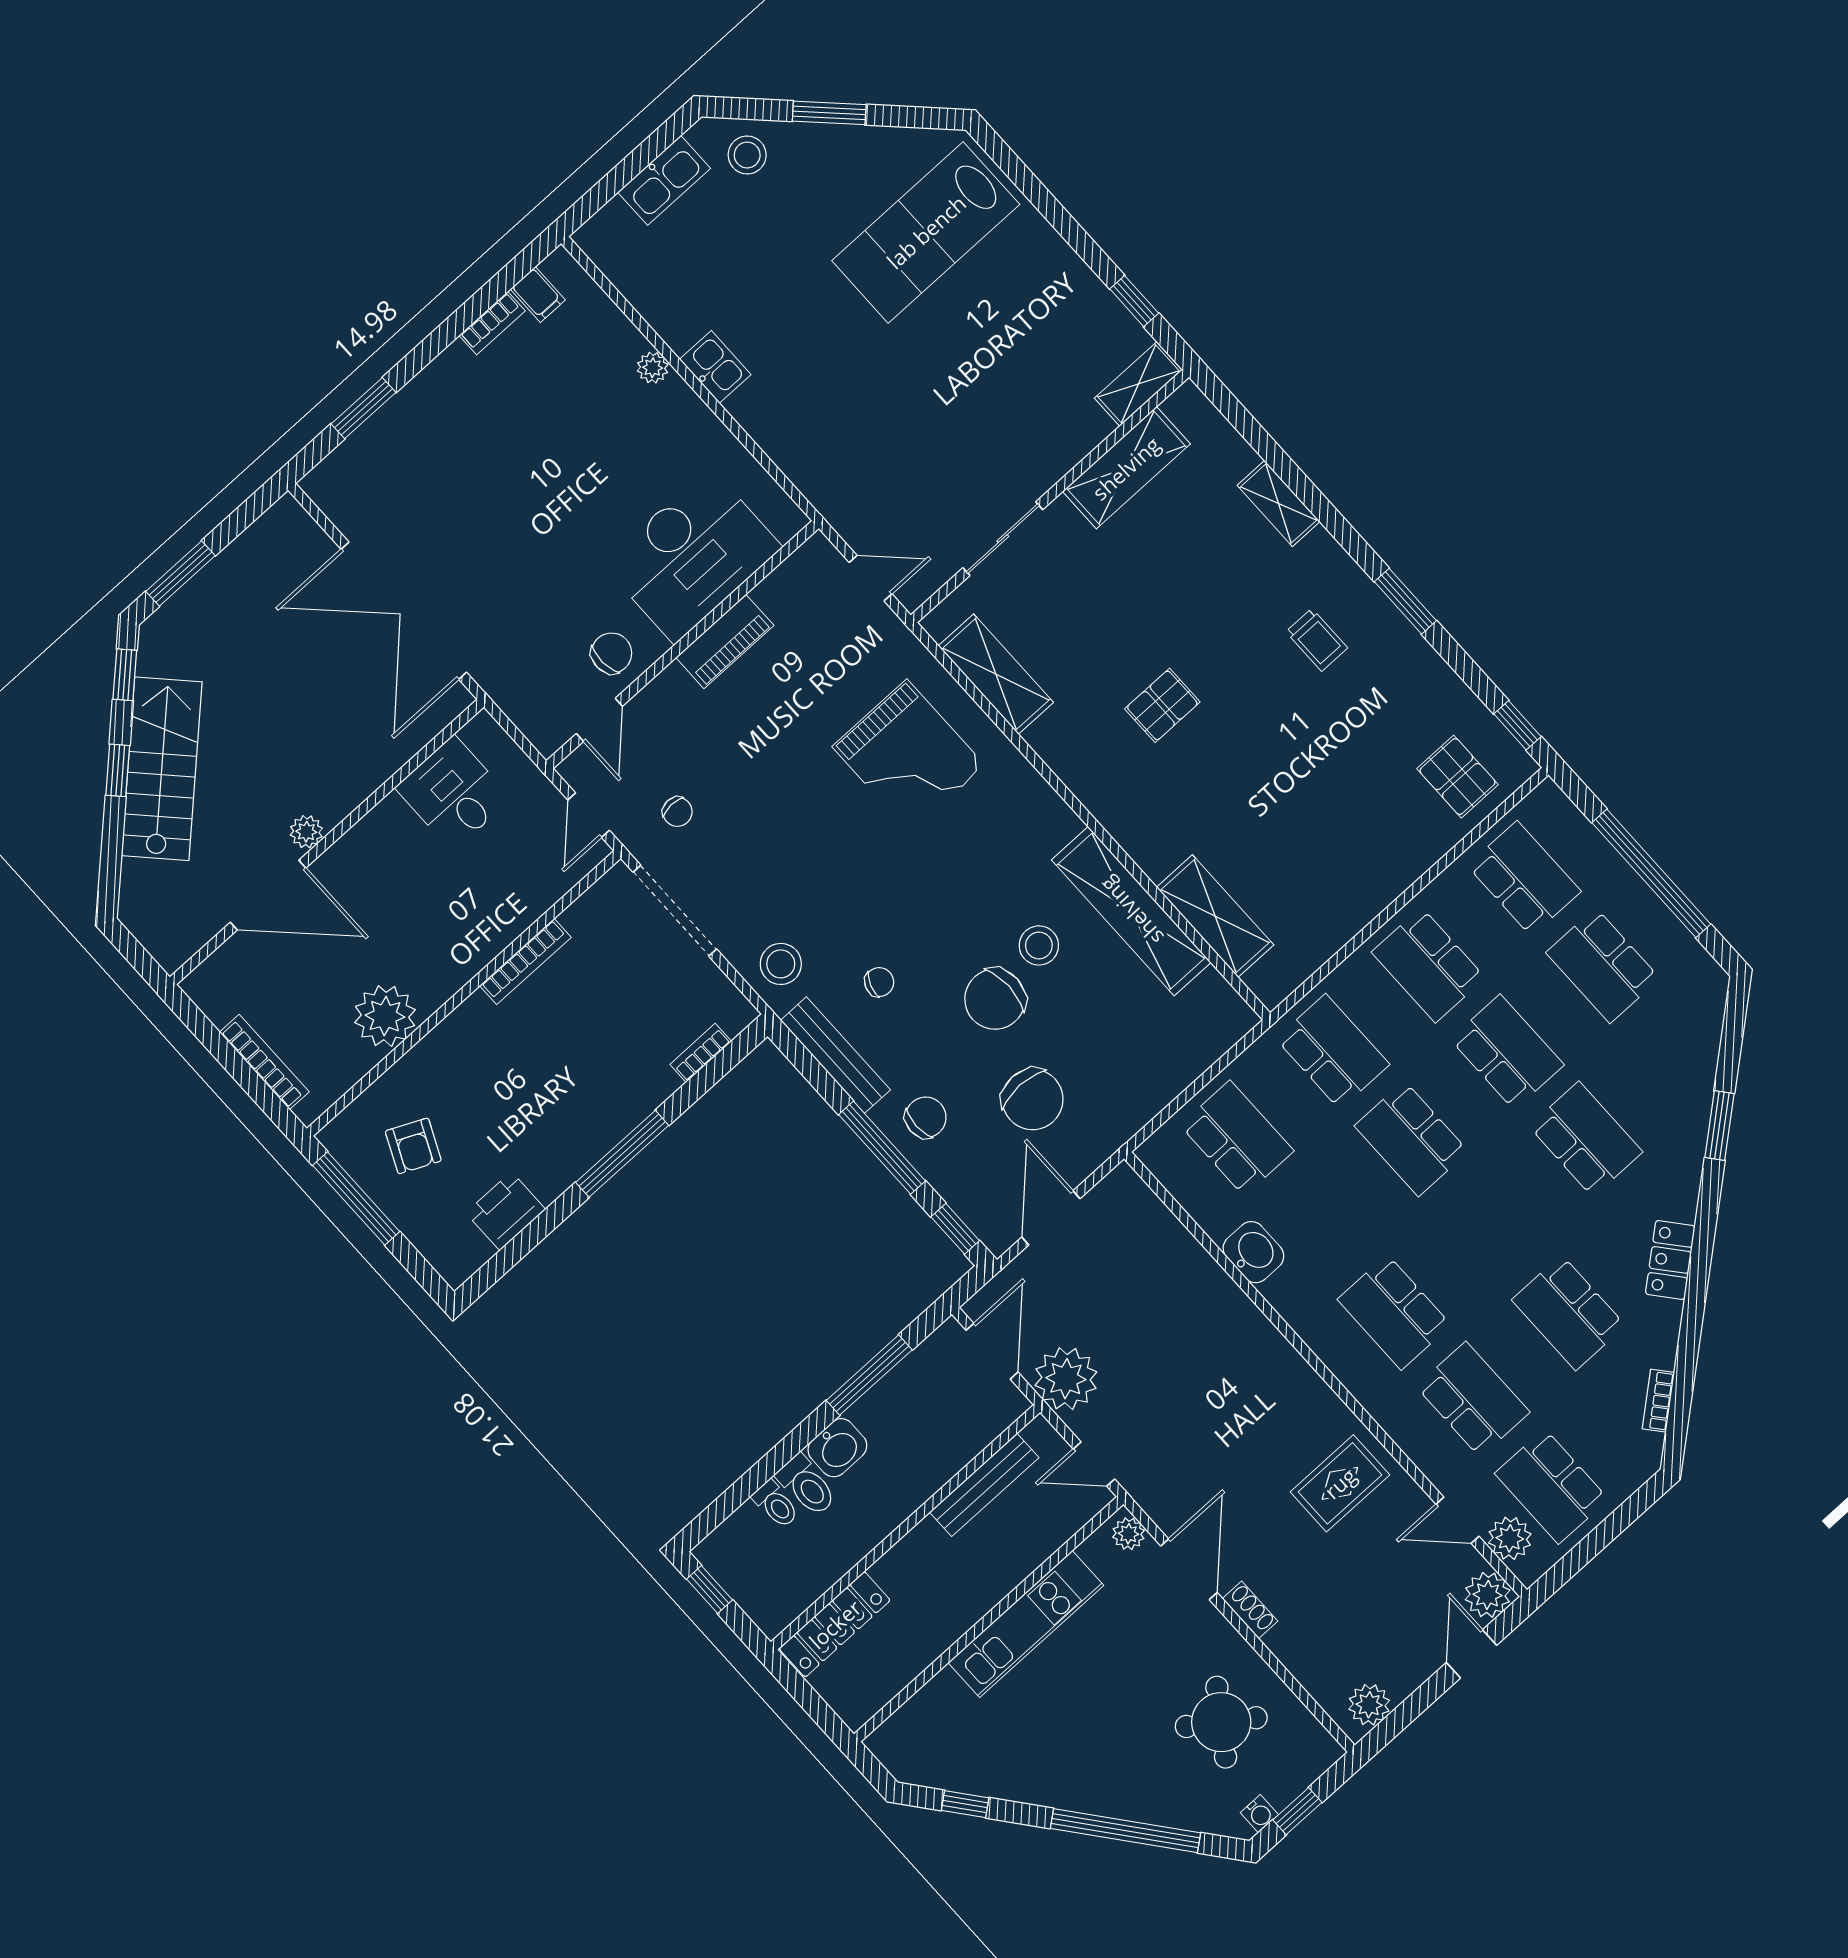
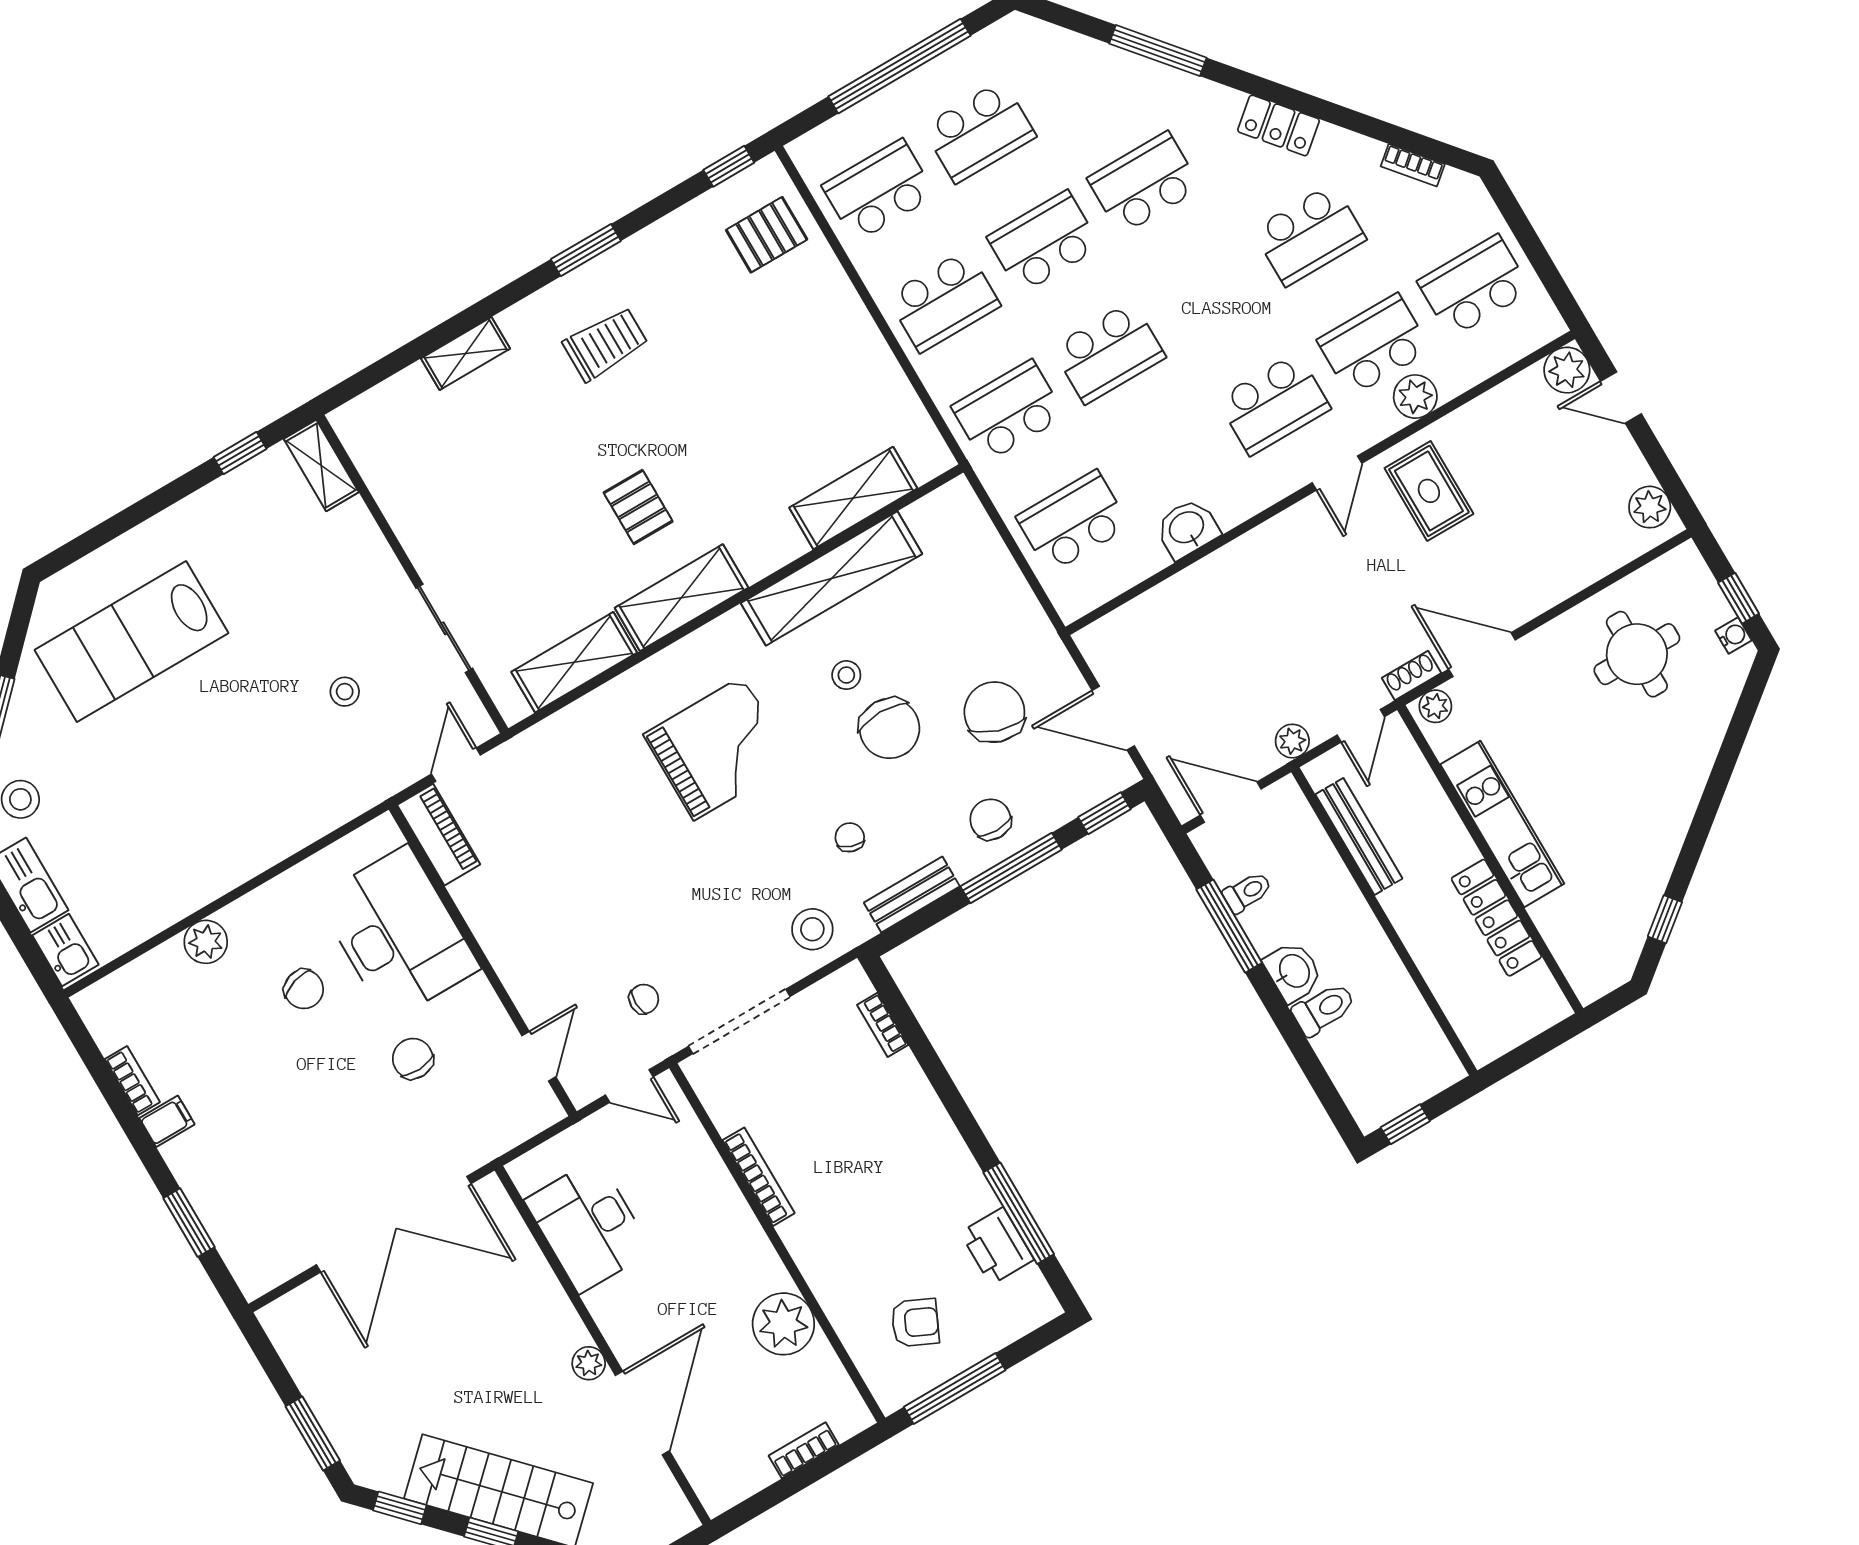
lab bench: (926, 232) -> (131, 642), turned 90
filing cabinet: (538, 295) -> (167, 1121), moved
kitchen sink: (715, 367) -> (65, 950), moved, turned 90
plant: (653, 368) -> (206, 942), width x1.38, depth x1.38
stool: (920, 453) -> (345, 692), added
shelving: (1126, 468) -> (681, 598), moved, turned 90
chair: (618, 474) -> (304, 989), added
trolley: (1317, 640) -> (606, 344), width x1.36, depth x1.39
piano: (725, 641) -> (439, 835), moved
chair: (611, 653) -> (413, 1059), moved
door: (599, 720) -> (539, 1056), hinge flipped
grand piano: (909, 756) -> (718, 748), moved
desk: (453, 793) -> (588, 1226), width x1.37
stool: (1039, 945) -> (846, 675), width x0.73, depth x0.73
bench: (835, 1055) -> (912, 895), width x0.73
bookcase: (264, 1062) -> (804, 1450), width x0.64
chair: (1033, 1099) -> (994, 712), turned -72
window: (1719, 1125) -> (1158, 51), width x1.44
window: (622, 1154) -> (1019, 1213), moved
plant: (1066, 1379) -> (1292, 741), width x0.53, depth x0.53
school desk: (1552, 1486) -> (1474, 286), turned 180
toilet: (776, 1504) -> (1247, 892), moved
door: (1457, 1520) -> (1337, 473), moved
plant: (1510, 1538) -> (1415, 397), moved
shoe rack: (1250, 1610) -> (1411, 675), moved
locker: (835, 1624) -> (1496, 918), moved, turned 180
round table: (1221, 1722) -> (1637, 654), turned -35
window: (1125, 1831) -> (1723, 769), removed

